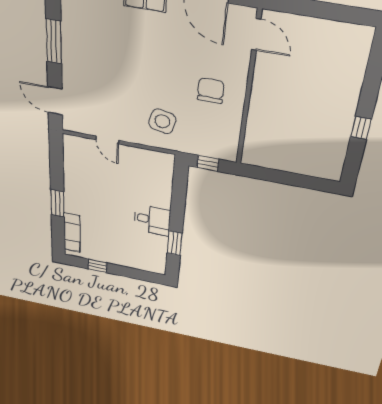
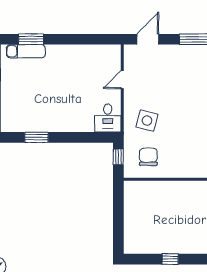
chair: (211, 91) -> (148, 157), moved, turned -90
window: (57, 203) -> (31, 39), moved
desk: (152, 220) -> (108, 118), moved

